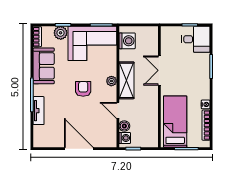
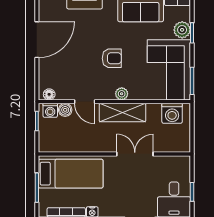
door: (118, 110) -> (85, 102), swing flipped
floor lamp: (112, 139) -> (49, 94), added
door: (79, 149) -> (37, 40), moved

